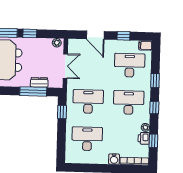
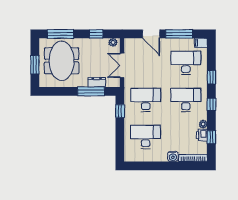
window: (30, 33) -> (96, 34), moved
window: (124, 36) -> (179, 34), width x2.17
double door: (65, 66) -> (122, 65), swing flipped

